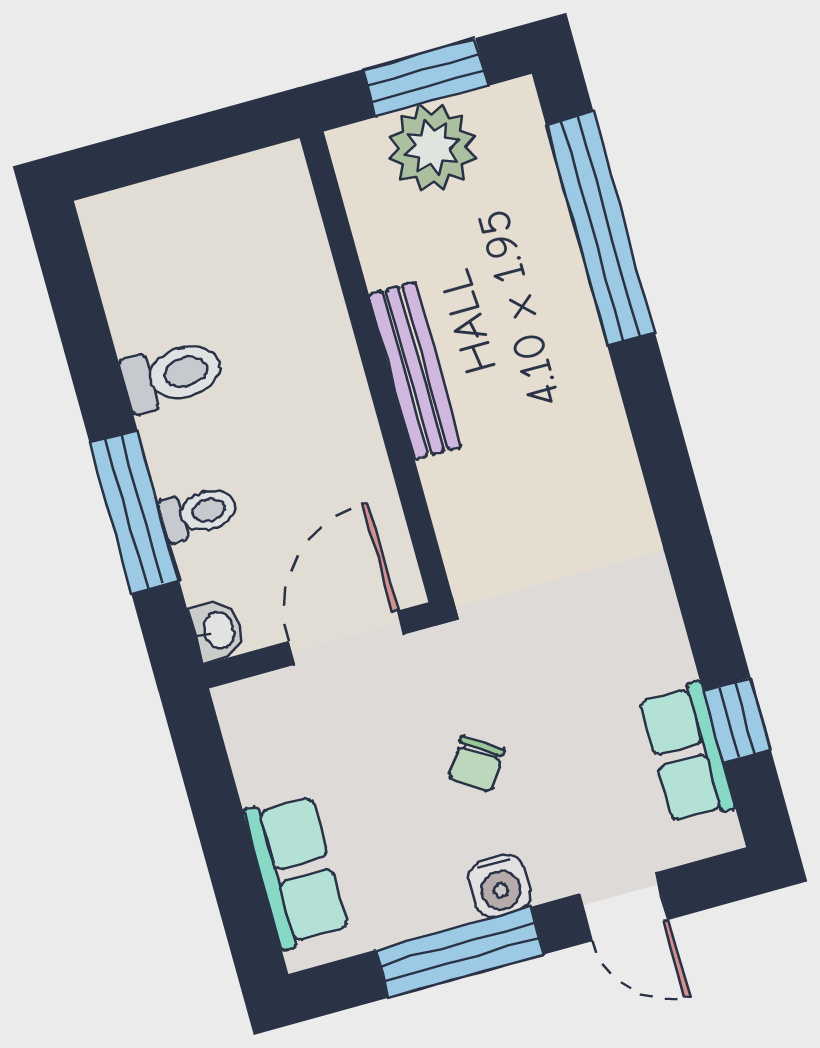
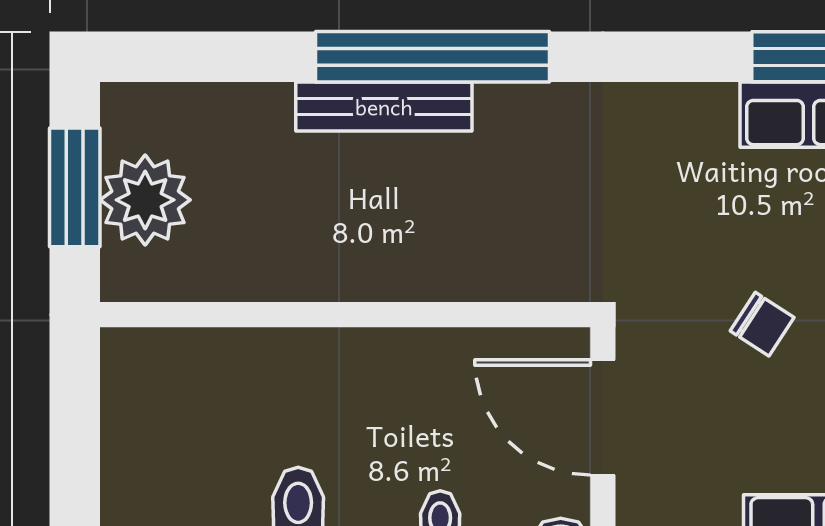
window: (600, 229) -> (432, 57), moved
bench: (415, 370) -> (384, 107), moved

